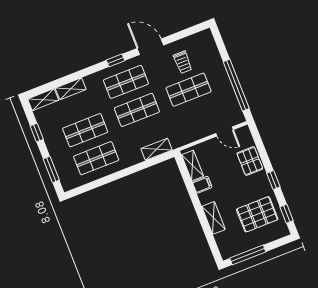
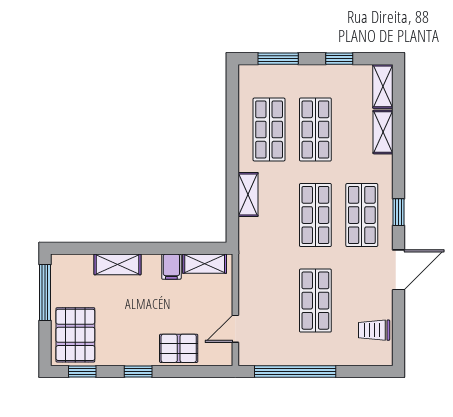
trolley: (183, 62) -> (374, 330), moved
shelving: (156, 149) -> (248, 194), moved
pallet: (257, 214) -> (75, 335), moved

